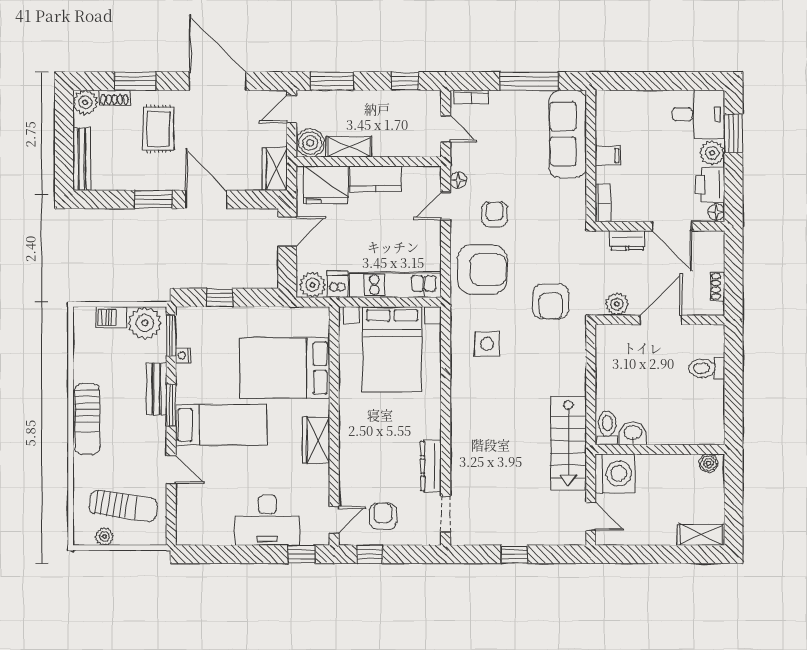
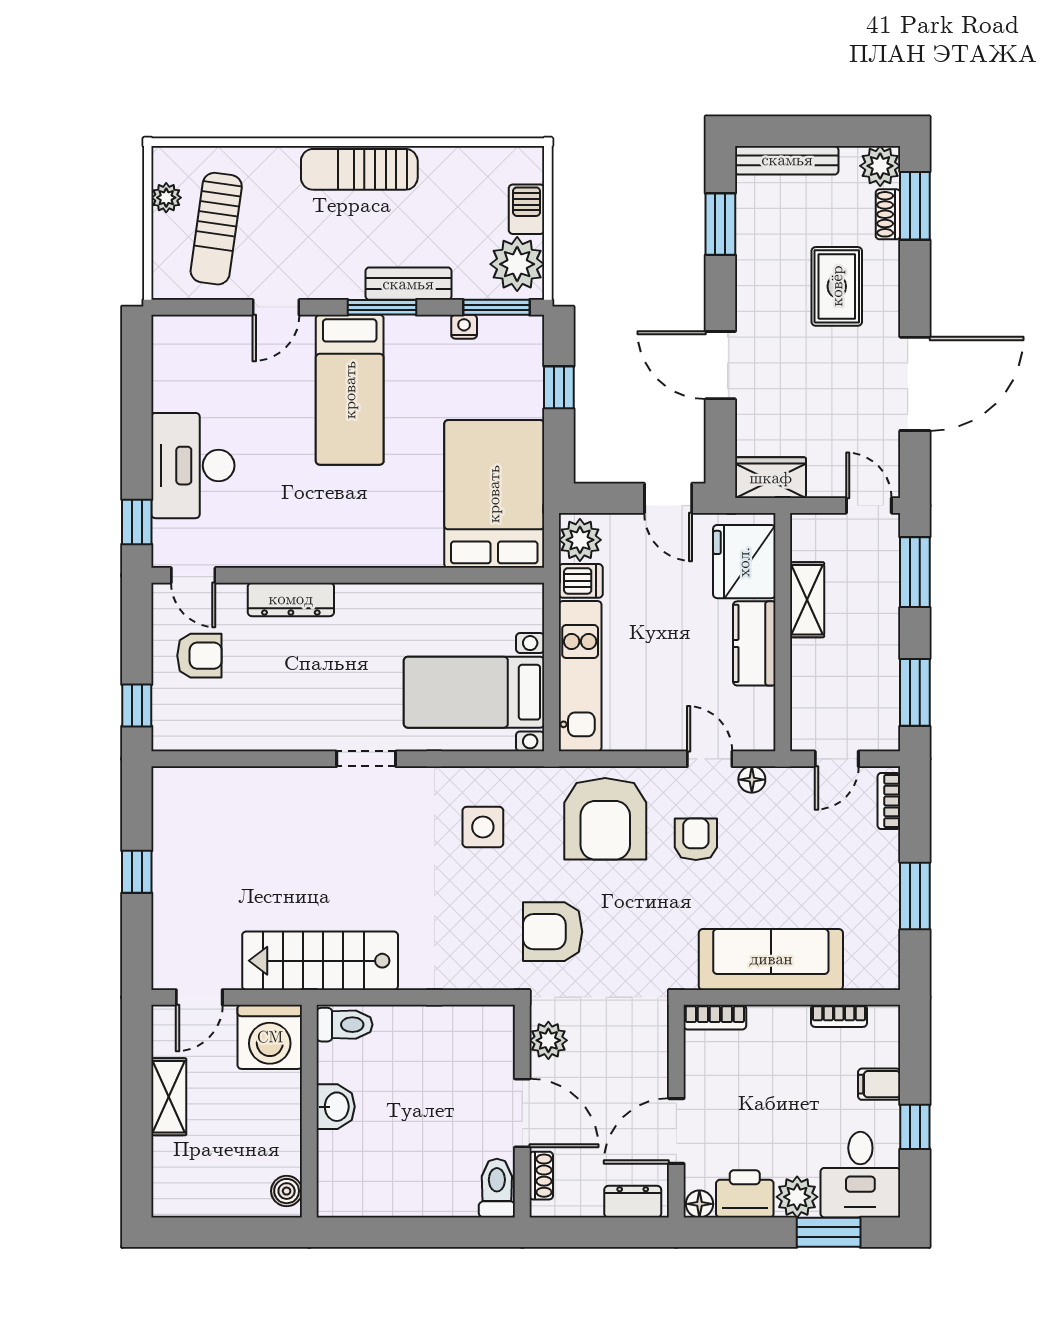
window: (135, 81) -> (915, 206), moved
window: (405, 81) -> (915, 692), width x1.50
window: (529, 81) -> (915, 896), width x0.69
window: (669, 81) -> (915, 1127), added
bookcase: (602, 127) -> (839, 1016), added
rug: (158, 129) -> (837, 286), turned 90
sofa: (568, 134) -> (771, 959), moved
boiler: (310, 143) -> (813, 536), removed
filing cabinet: (608, 156) -> (879, 1084), moved, turned 90
window: (153, 199) -> (720, 224), moved
door: (206, 199) -> (720, 365), swing flipped
armchair: (495, 214) -> (696, 839), turned -90
dresser: (627, 240) -> (633, 1202), moved, turned 90
shoe rack: (718, 286) -> (541, 1176), moved, turned 90
bed with nightstands: (392, 349) -> (474, 692), width x0.73
bed: (285, 368) -> (494, 494), moved
toilet: (707, 368) -> (497, 1188), moved
washbasin: (633, 433) -> (336, 1107), moved
wardrobe: (316, 440) -> (324, 546), removed
dresser: (431, 466) -> (291, 599), moved, turned 180
doorway: (446, 514) -> (366, 759), moved
shelving: (701, 535) -> (169, 1097), moved
window: (370, 554) -> (137, 705), moved

